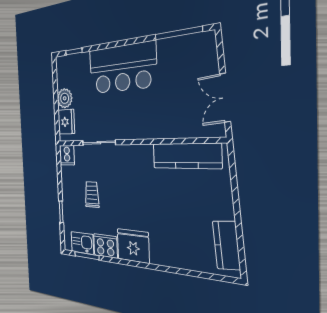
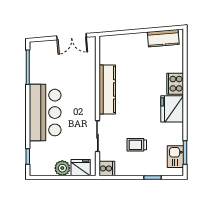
kitchen counter: (186, 156) -> (107, 89), moved
cooker: (105, 246) -> (175, 84), moved

